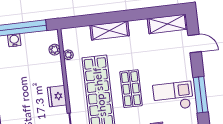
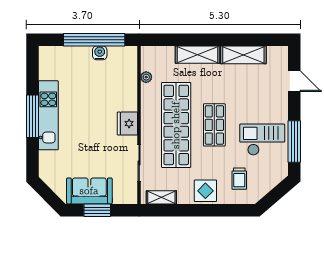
shelving: (168, 24) -> (243, 55), moved
water cooler: (14, 40) -> (100, 53), moved
plant: (55, 50) -> (131, 69), removed

